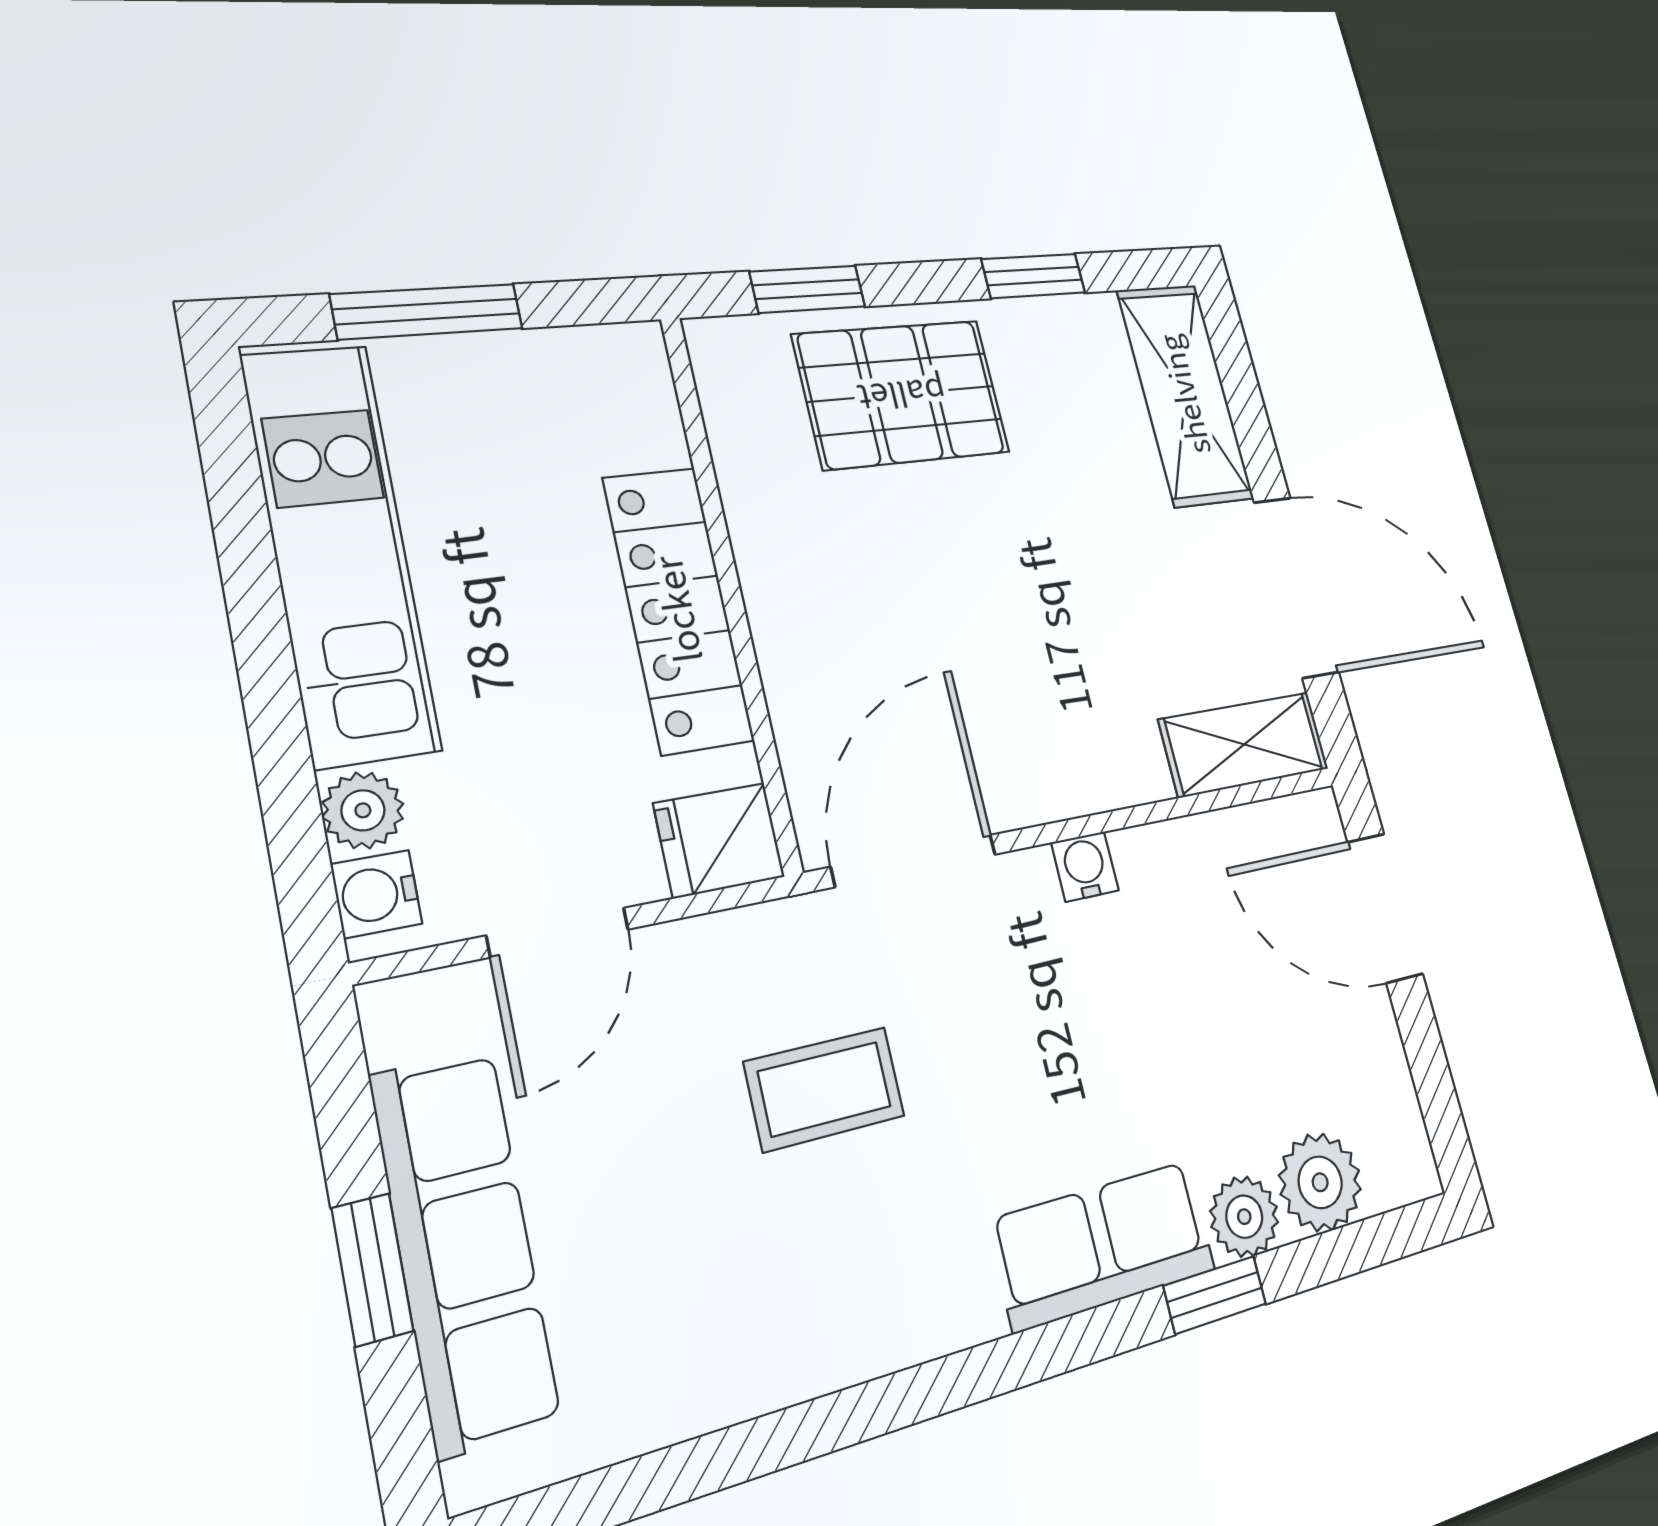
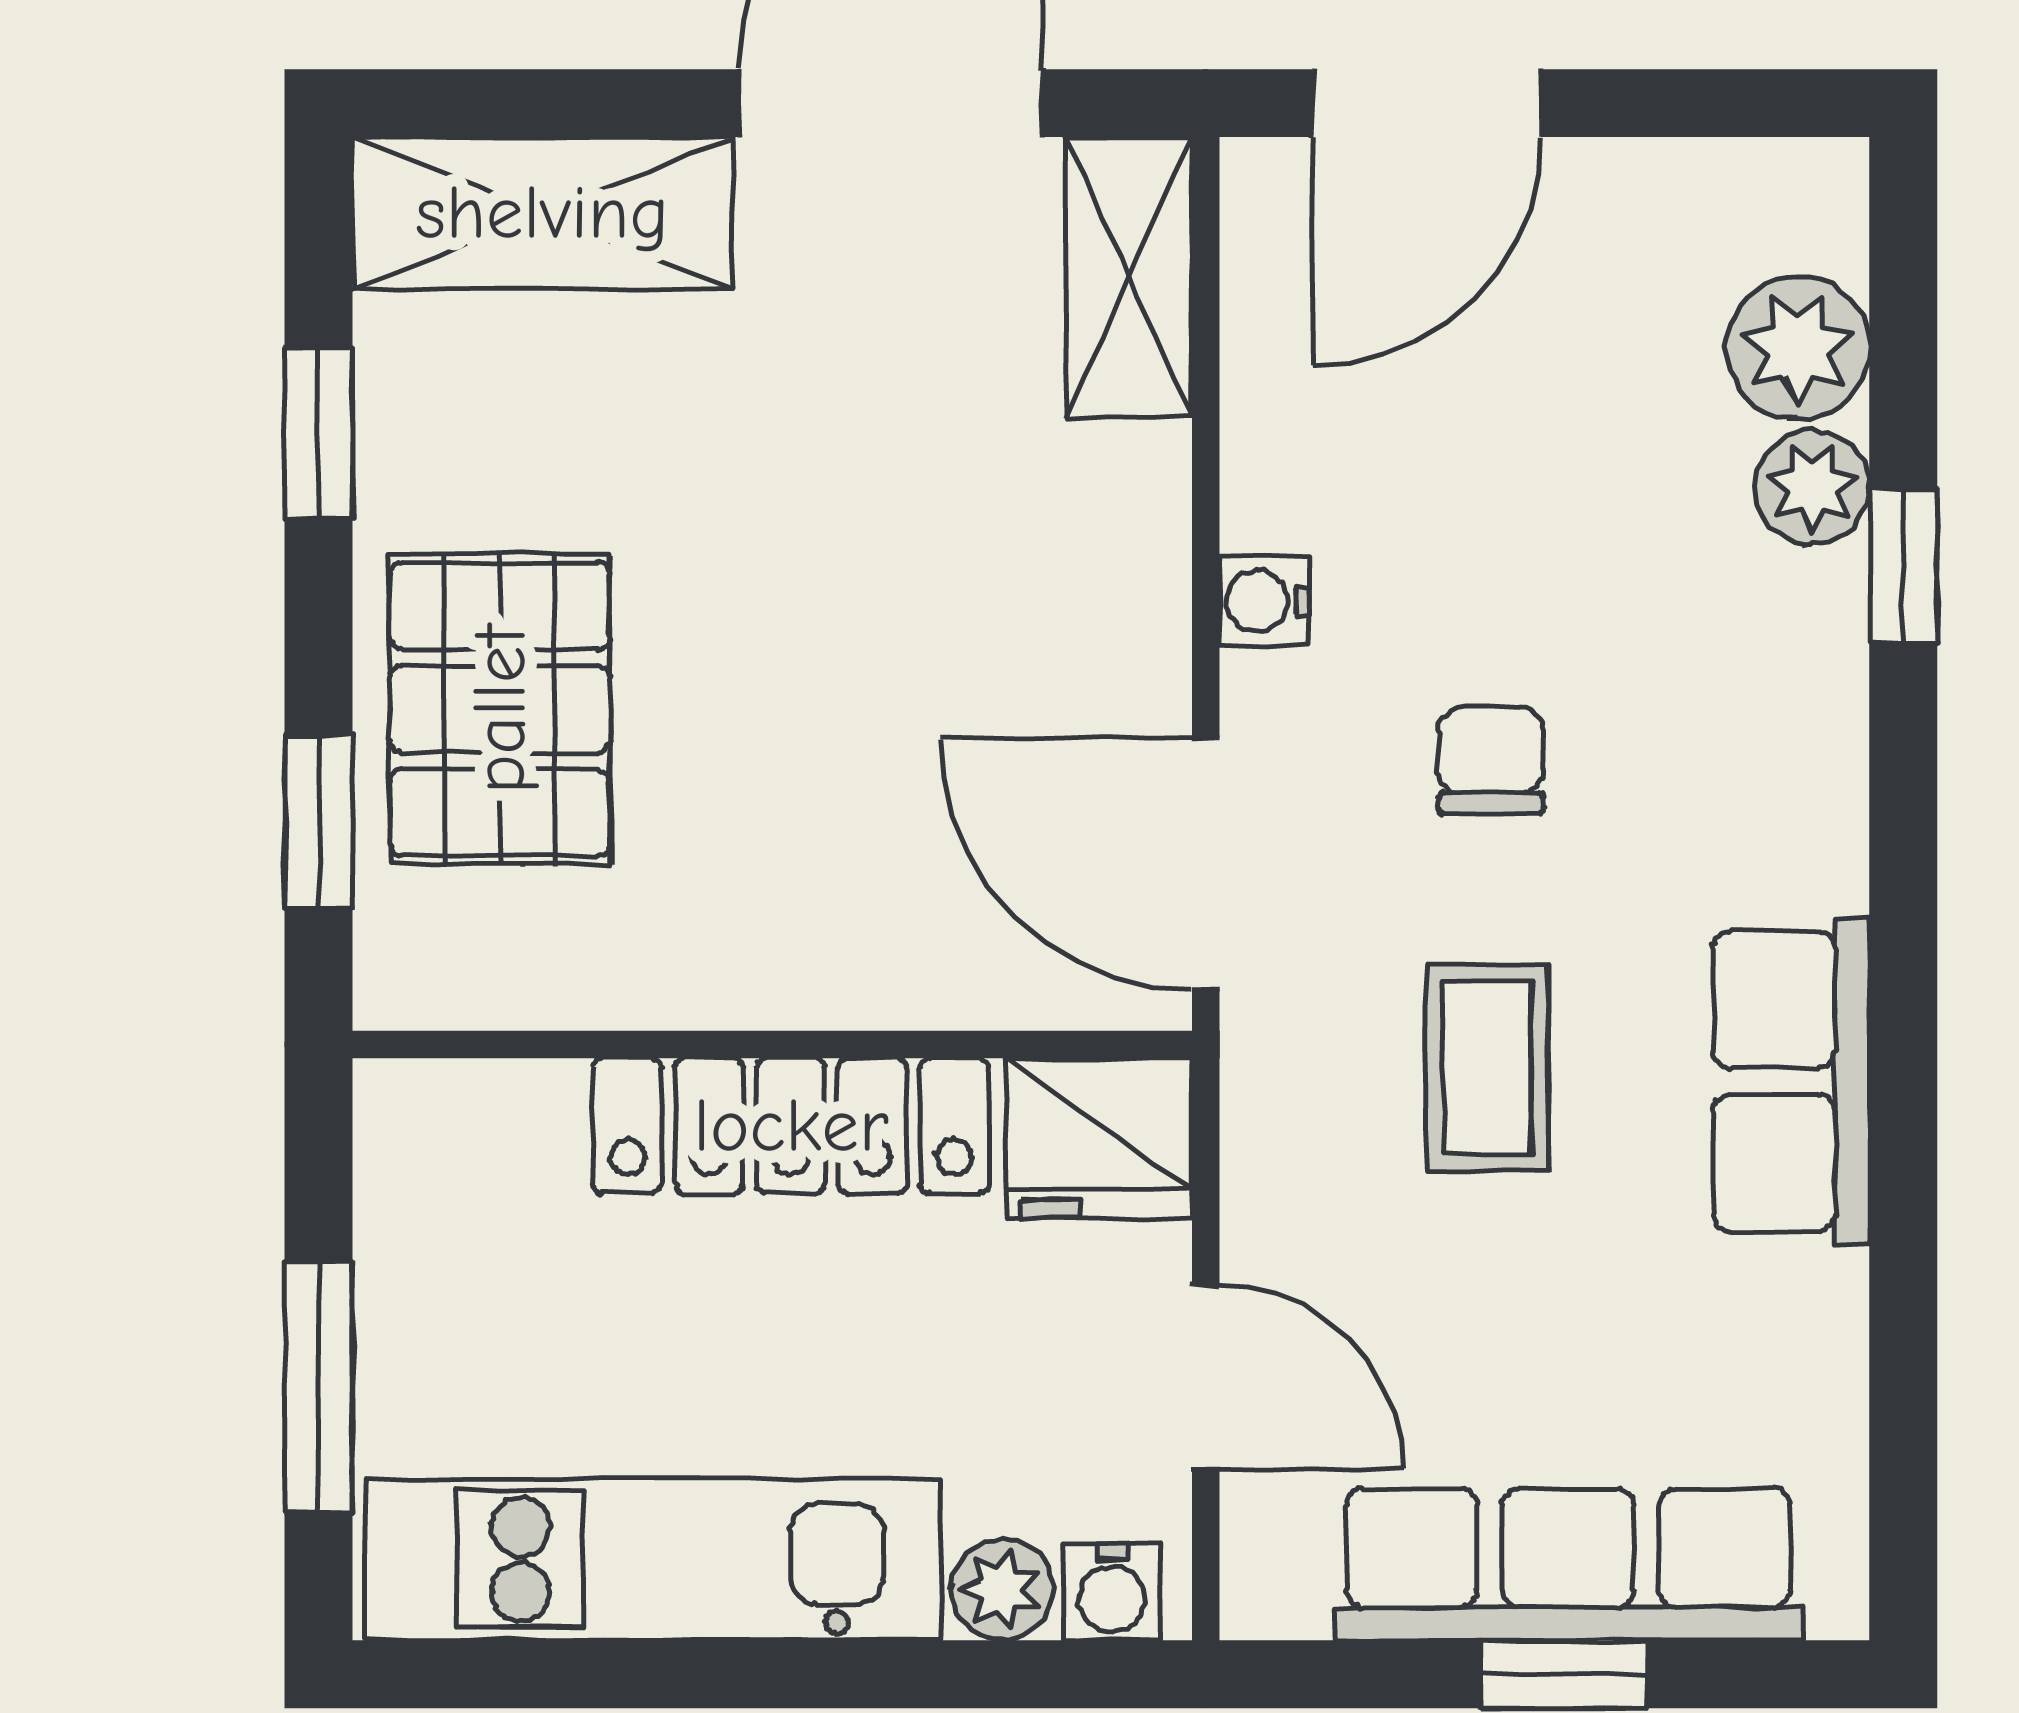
fridge: (719, 840) -> (1099, 1138), width x1.38
chair: (1026, 1041) -> (1491, 760), added
row of seats: (1103, 1245) -> (1791, 1081), moved

